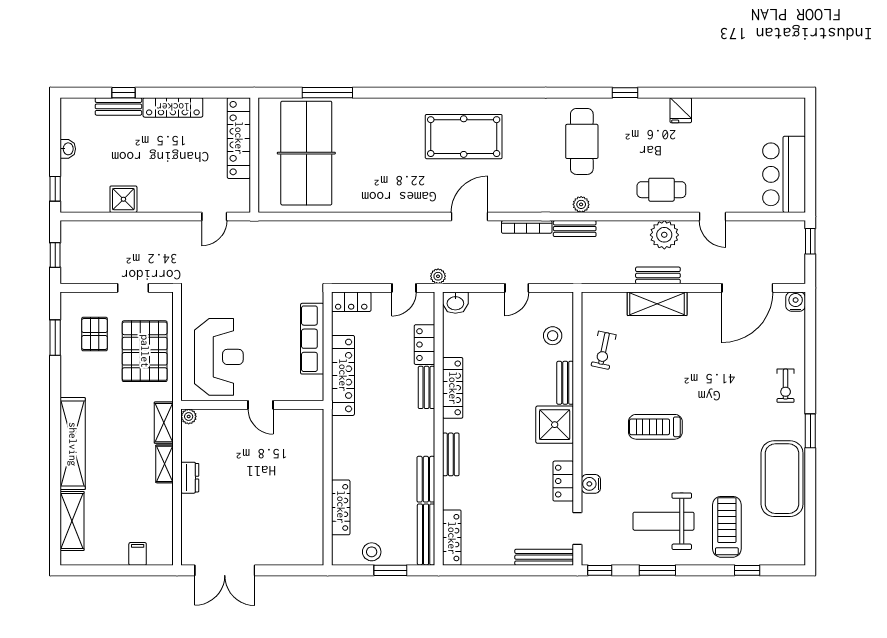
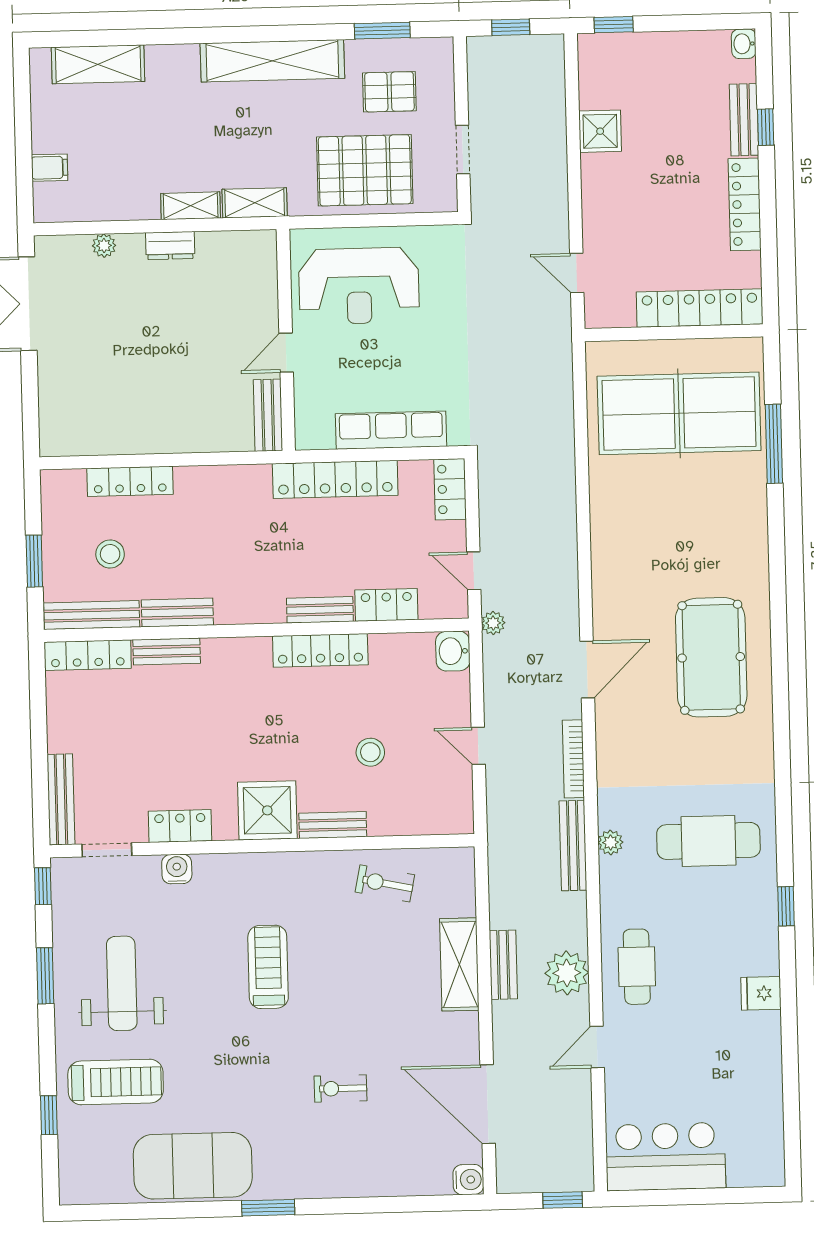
washbasin: (68, 149) -> (744, 44), moved, turned 90
door: (469, 217) -> (587, 669), hinge flipped
bench: (575, 229) -> (573, 846), width x1.36
stool: (553, 336) -> (370, 752), moved
exercise bike: (786, 386) -> (340, 1088), moved
plant: (189, 416) -> (104, 246), moved
bench: (301, 418) -> (268, 415), added
shelving: (73, 444) -> (272, 61), moved
bench: (451, 454) -> (167, 651), moved
stool: (372, 552) -> (110, 554), moved

